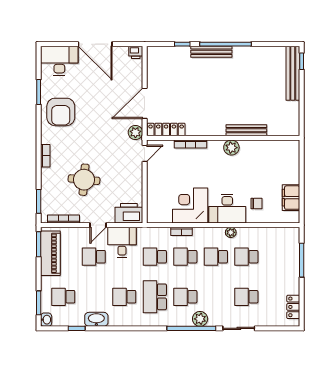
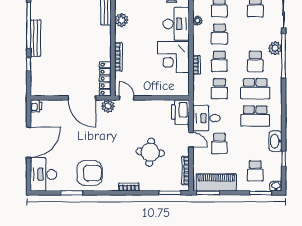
school desk: (124, 297) -> (255, 116), width x1.85

